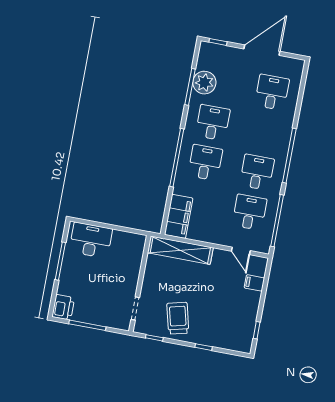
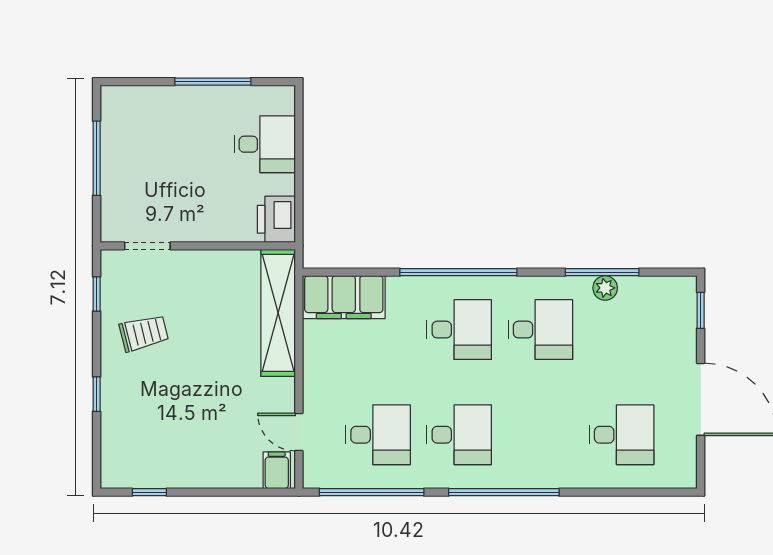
plant: (204, 83) -> (605, 288), width x0.53, depth x0.53
desk: (91, 240) -> (265, 144), width x0.73
door: (241, 251) -> (299, 432), hinge flipped
filing cabinet: (254, 283) -> (277, 470), moved
printer: (63, 307) -> (276, 219), moved, turned 90
trolley: (178, 318) -> (144, 333), width x0.73, depth x0.72

